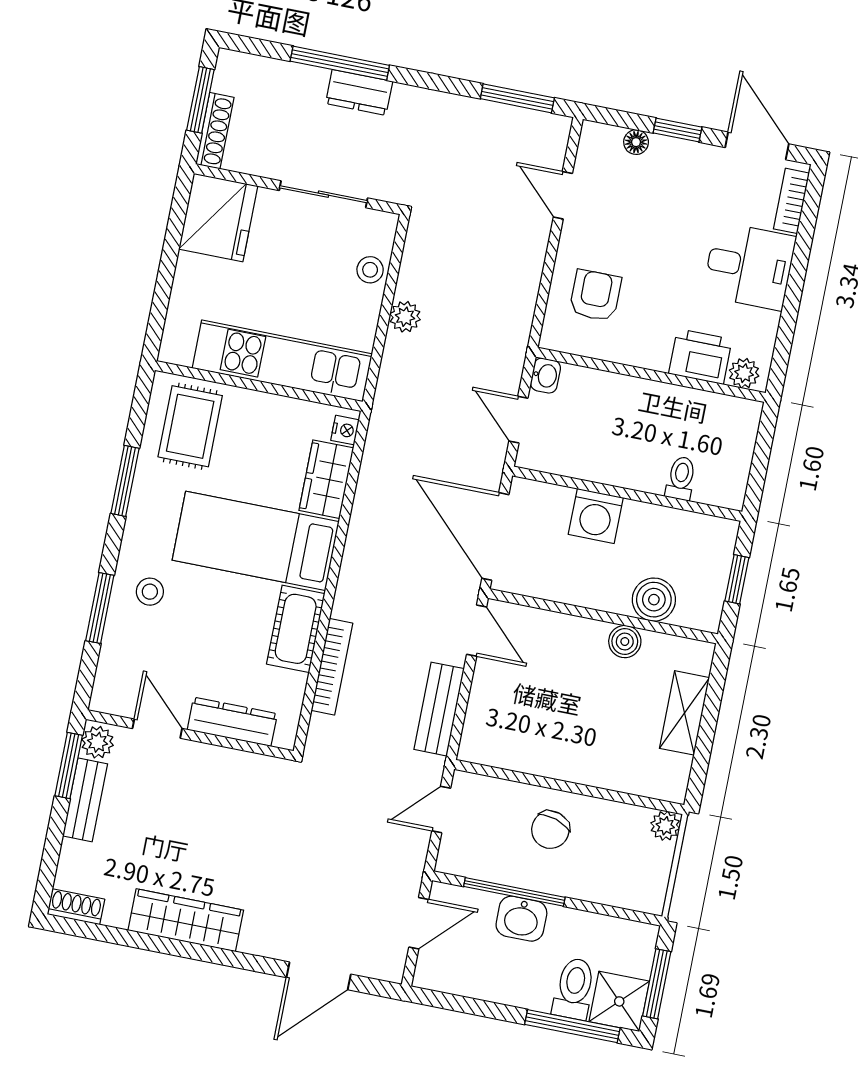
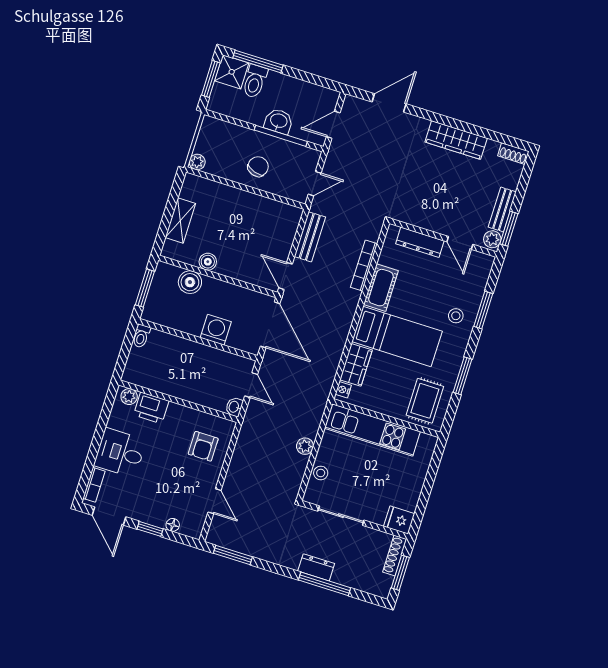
fridge: (218, 217) -> (399, 520), width x0.53, depth x0.75
toilet: (681, 478) -> (141, 336), moved
window: (737, 579) -> (145, 288), width x1.50

